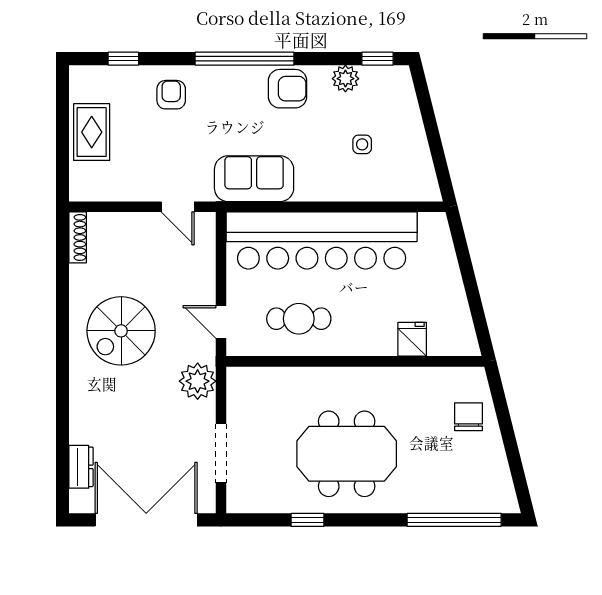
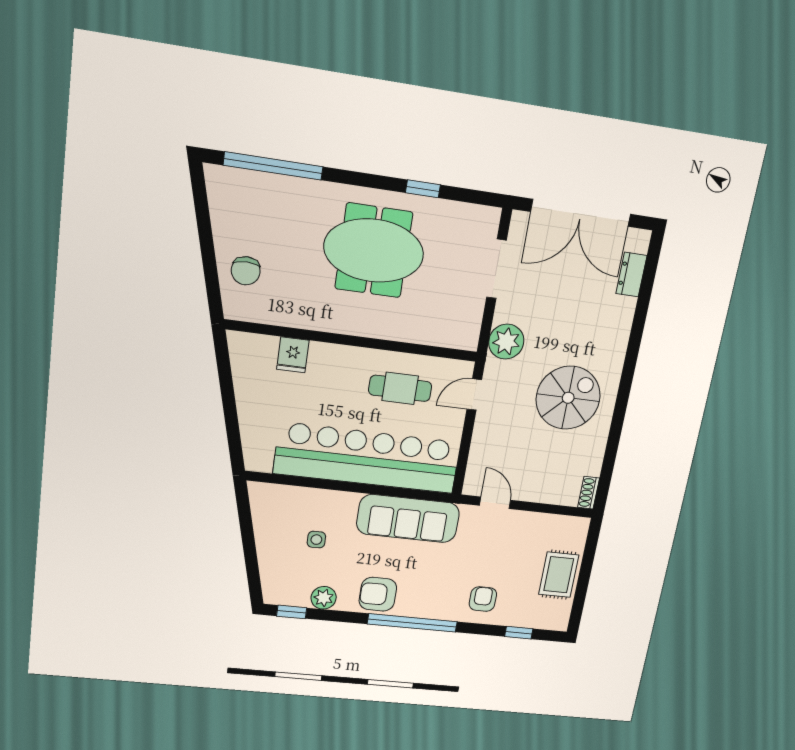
armchair: (171, 95) -> (483, 599), turned 180
sofa: (254, 179) -> (408, 519), width x1.36
shoe rack: (78, 237) -> (589, 493), width x0.70
door: (221, 322) -> (474, 394), swing flipped

